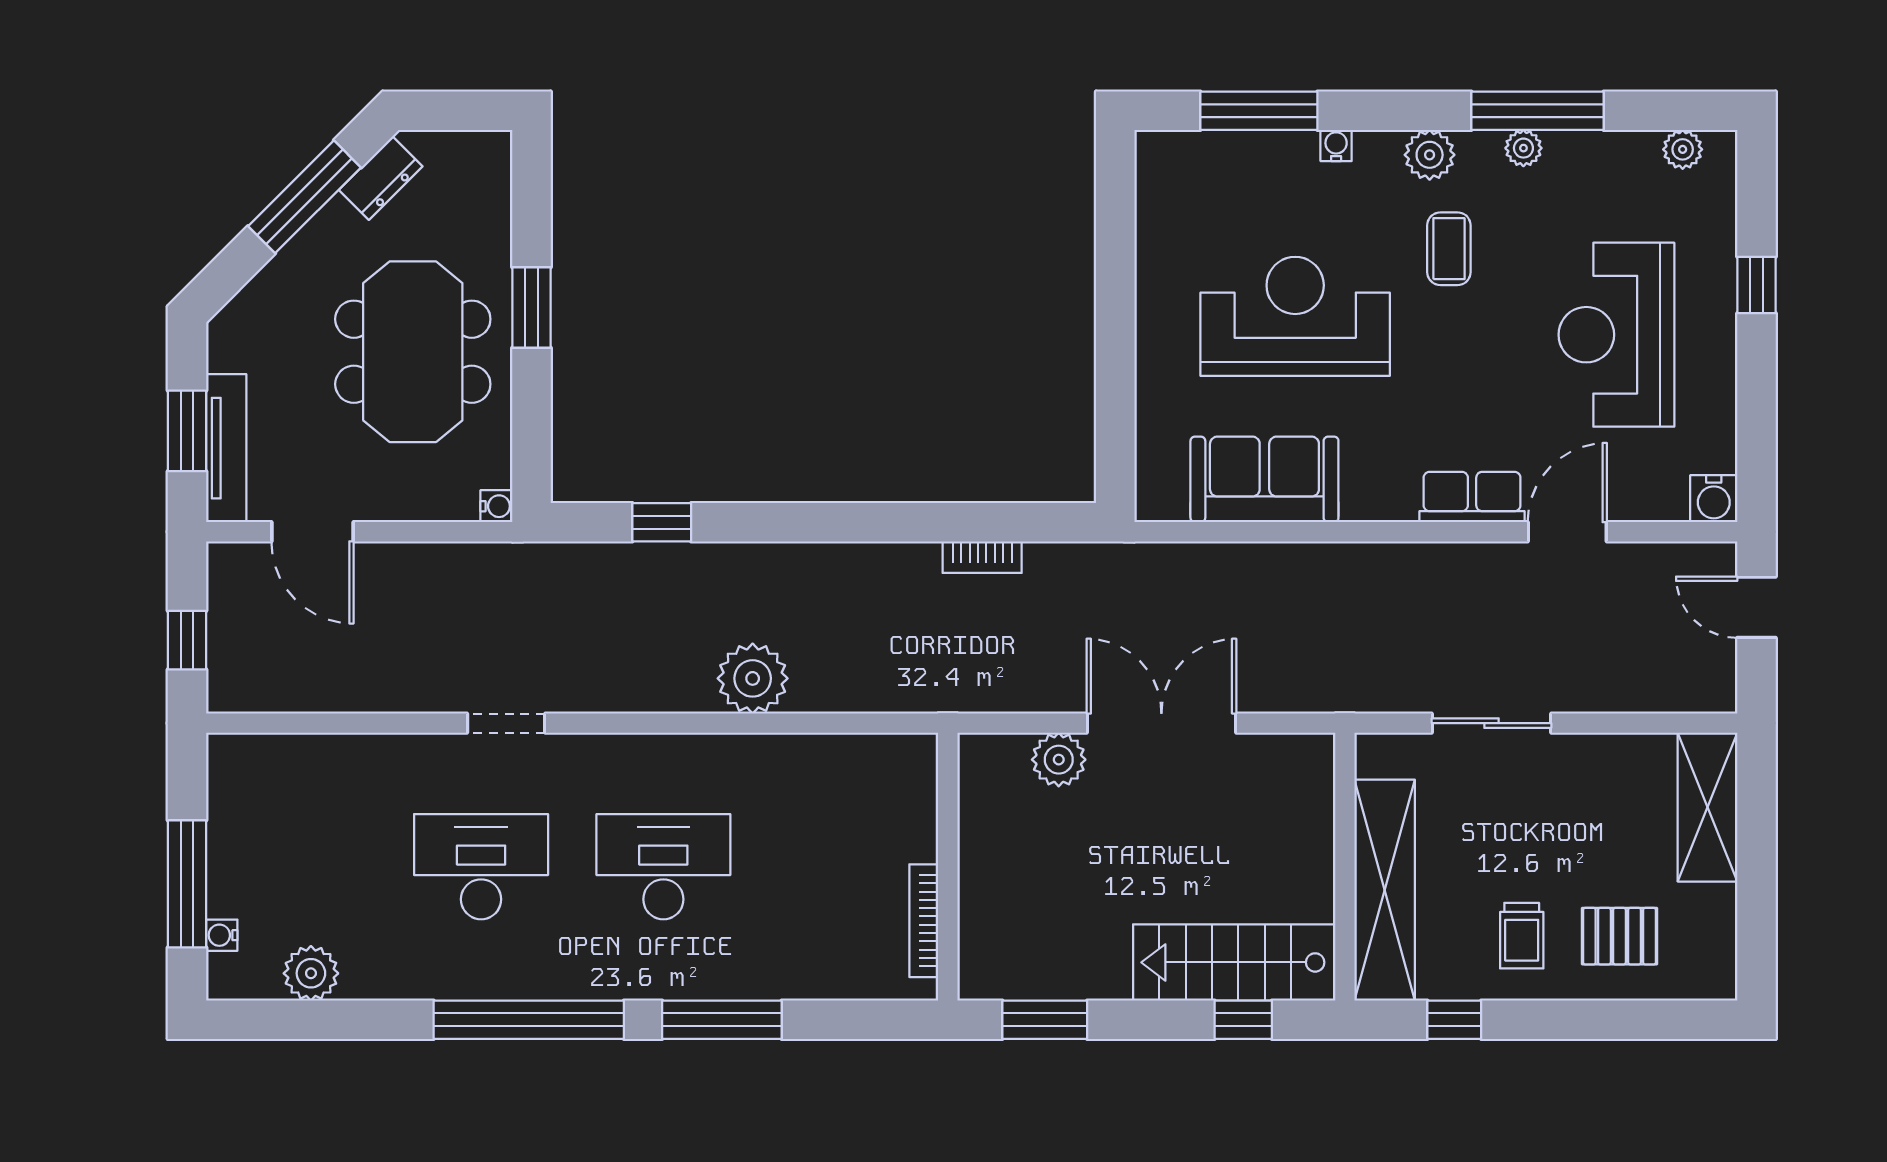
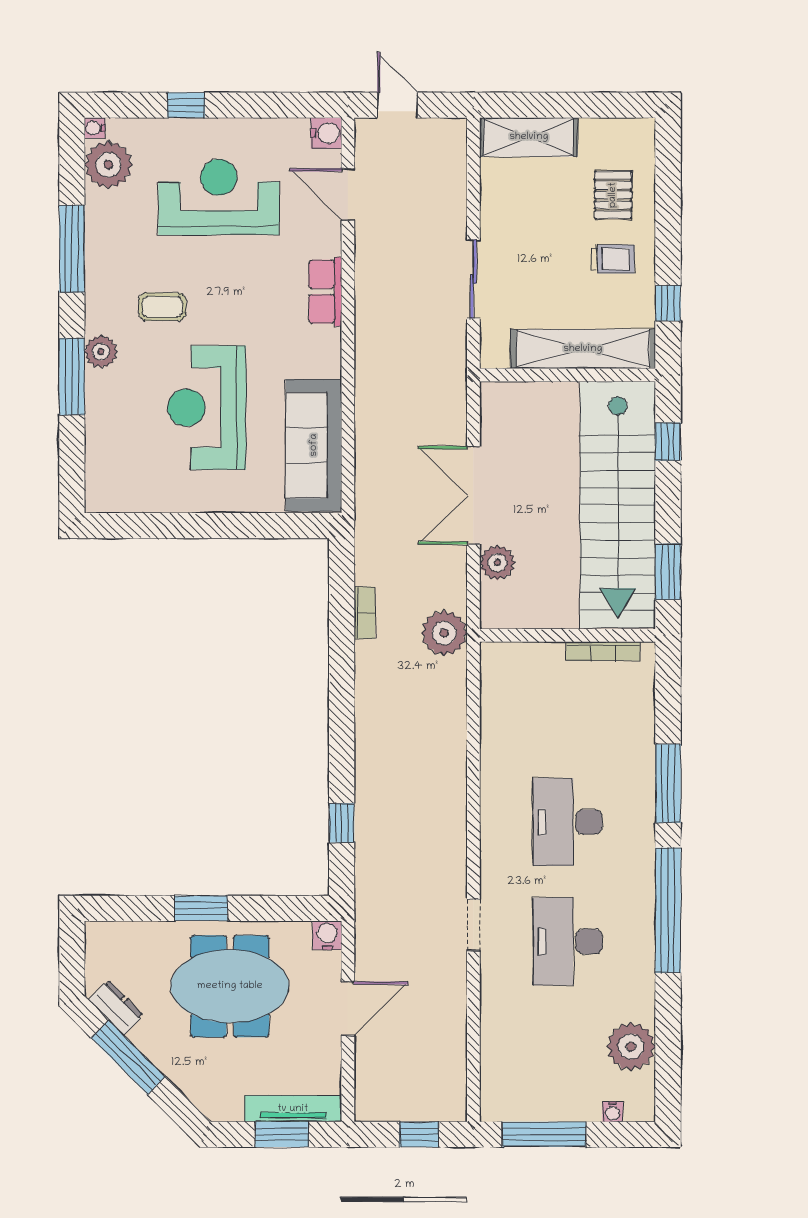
window: (1259, 111) -> (72, 377), moved
water cooler: (1336, 145) -> (95, 128), moved
plant: (1523, 148) -> (96, 258), removed
plant: (1683, 149) -> (108, 165), width x1.87, depth x1.87
plant: (1430, 155) -> (101, 352), moved
reception desk: (1616, 335) -> (219, 197), turned 180
sofa: (1264, 479) -> (314, 445), width x1.36
water cooler: (496, 506) -> (327, 935), width x1.38, depth x1.38
door: (312, 532) -> (348, 1009), moved
door: (1567, 532) -> (348, 194), moved
door: (1756, 607) -> (397, 105), swing flipped
plant: (753, 678) -> (444, 633), moved
window: (187, 884) -> (544, 1134), moved
stairs: (1234, 962) -> (618, 505), width x1.86, depth x1.51
plant: (311, 973) -> (631, 1047), width x1.36, depth x1.36

